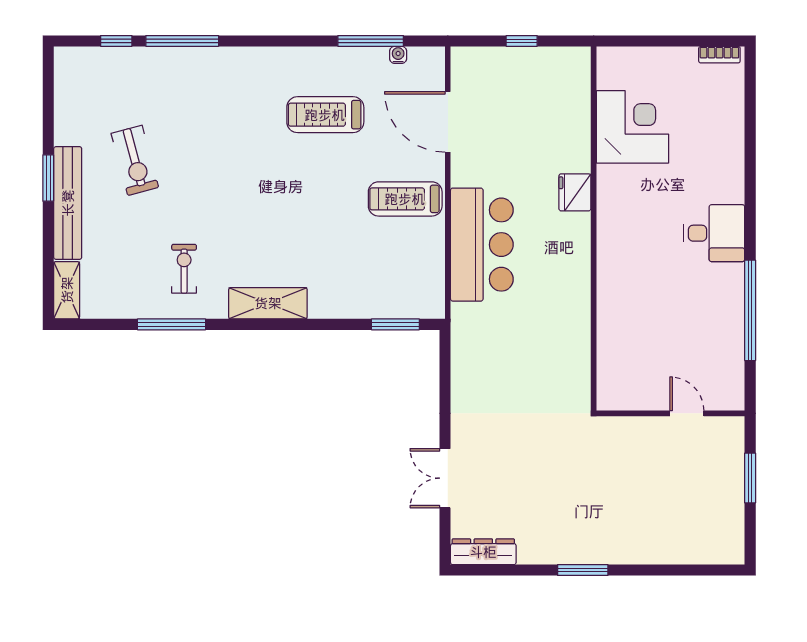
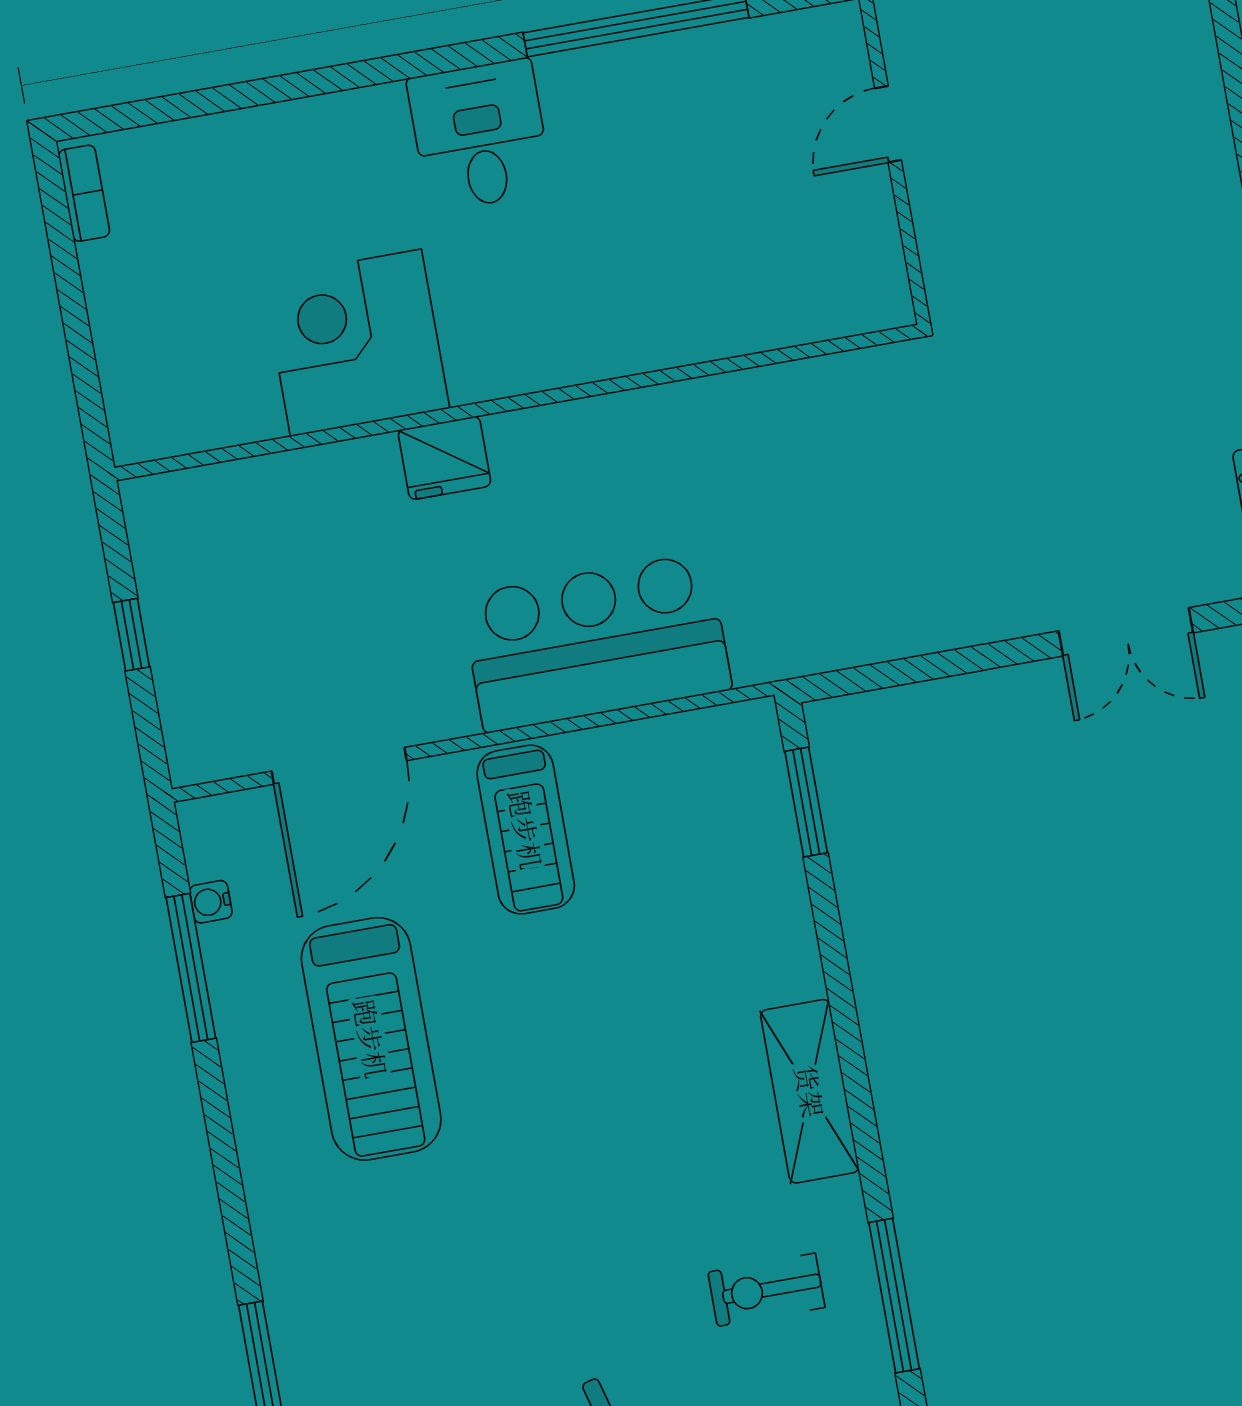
treadmill: (325, 115) -> (371, 1039), width x1.37, depth x1.38
corner desk: (632, 127) -> (356, 343), moved

